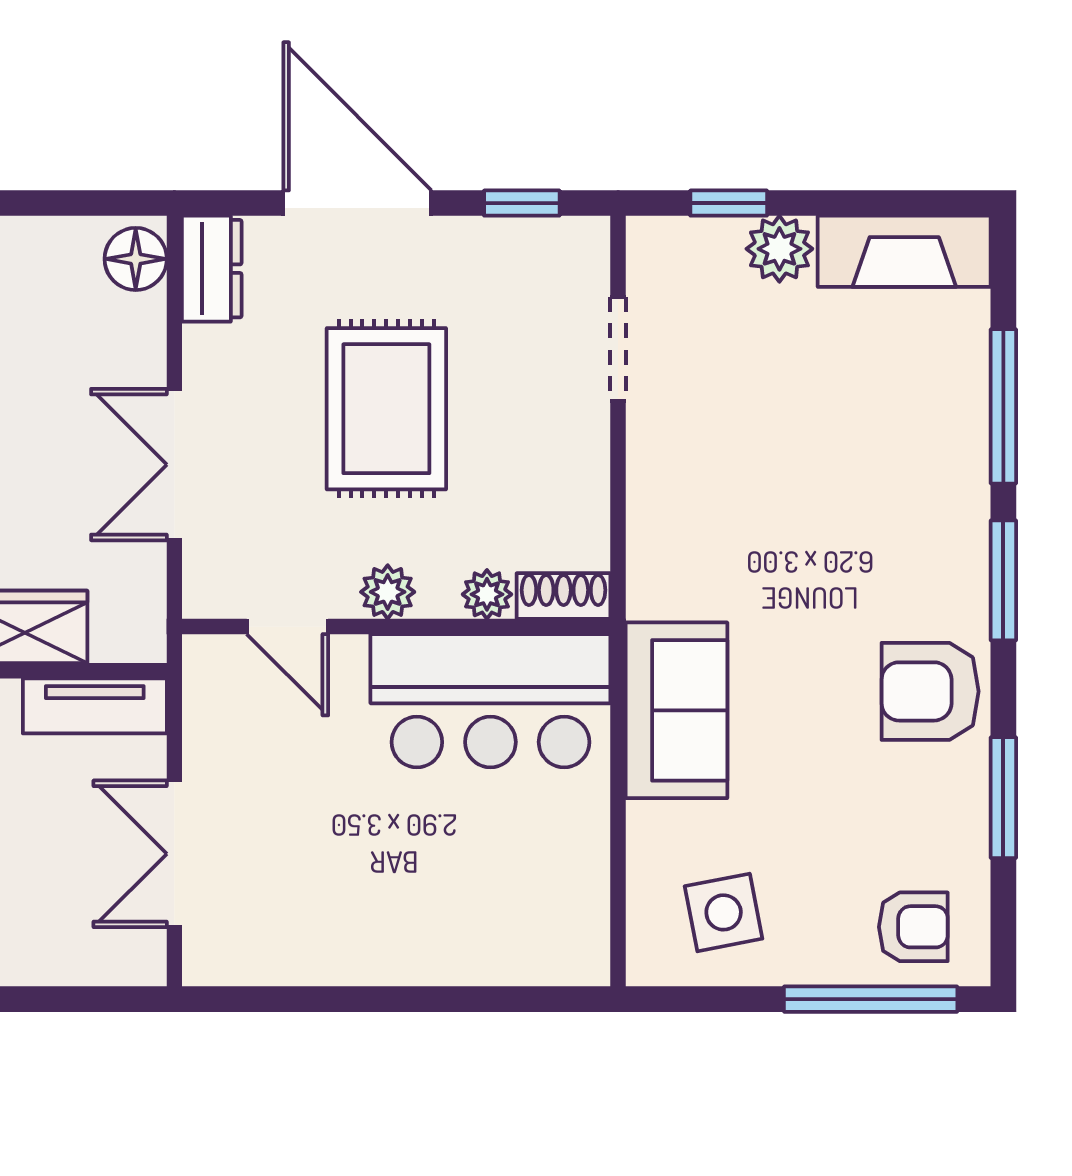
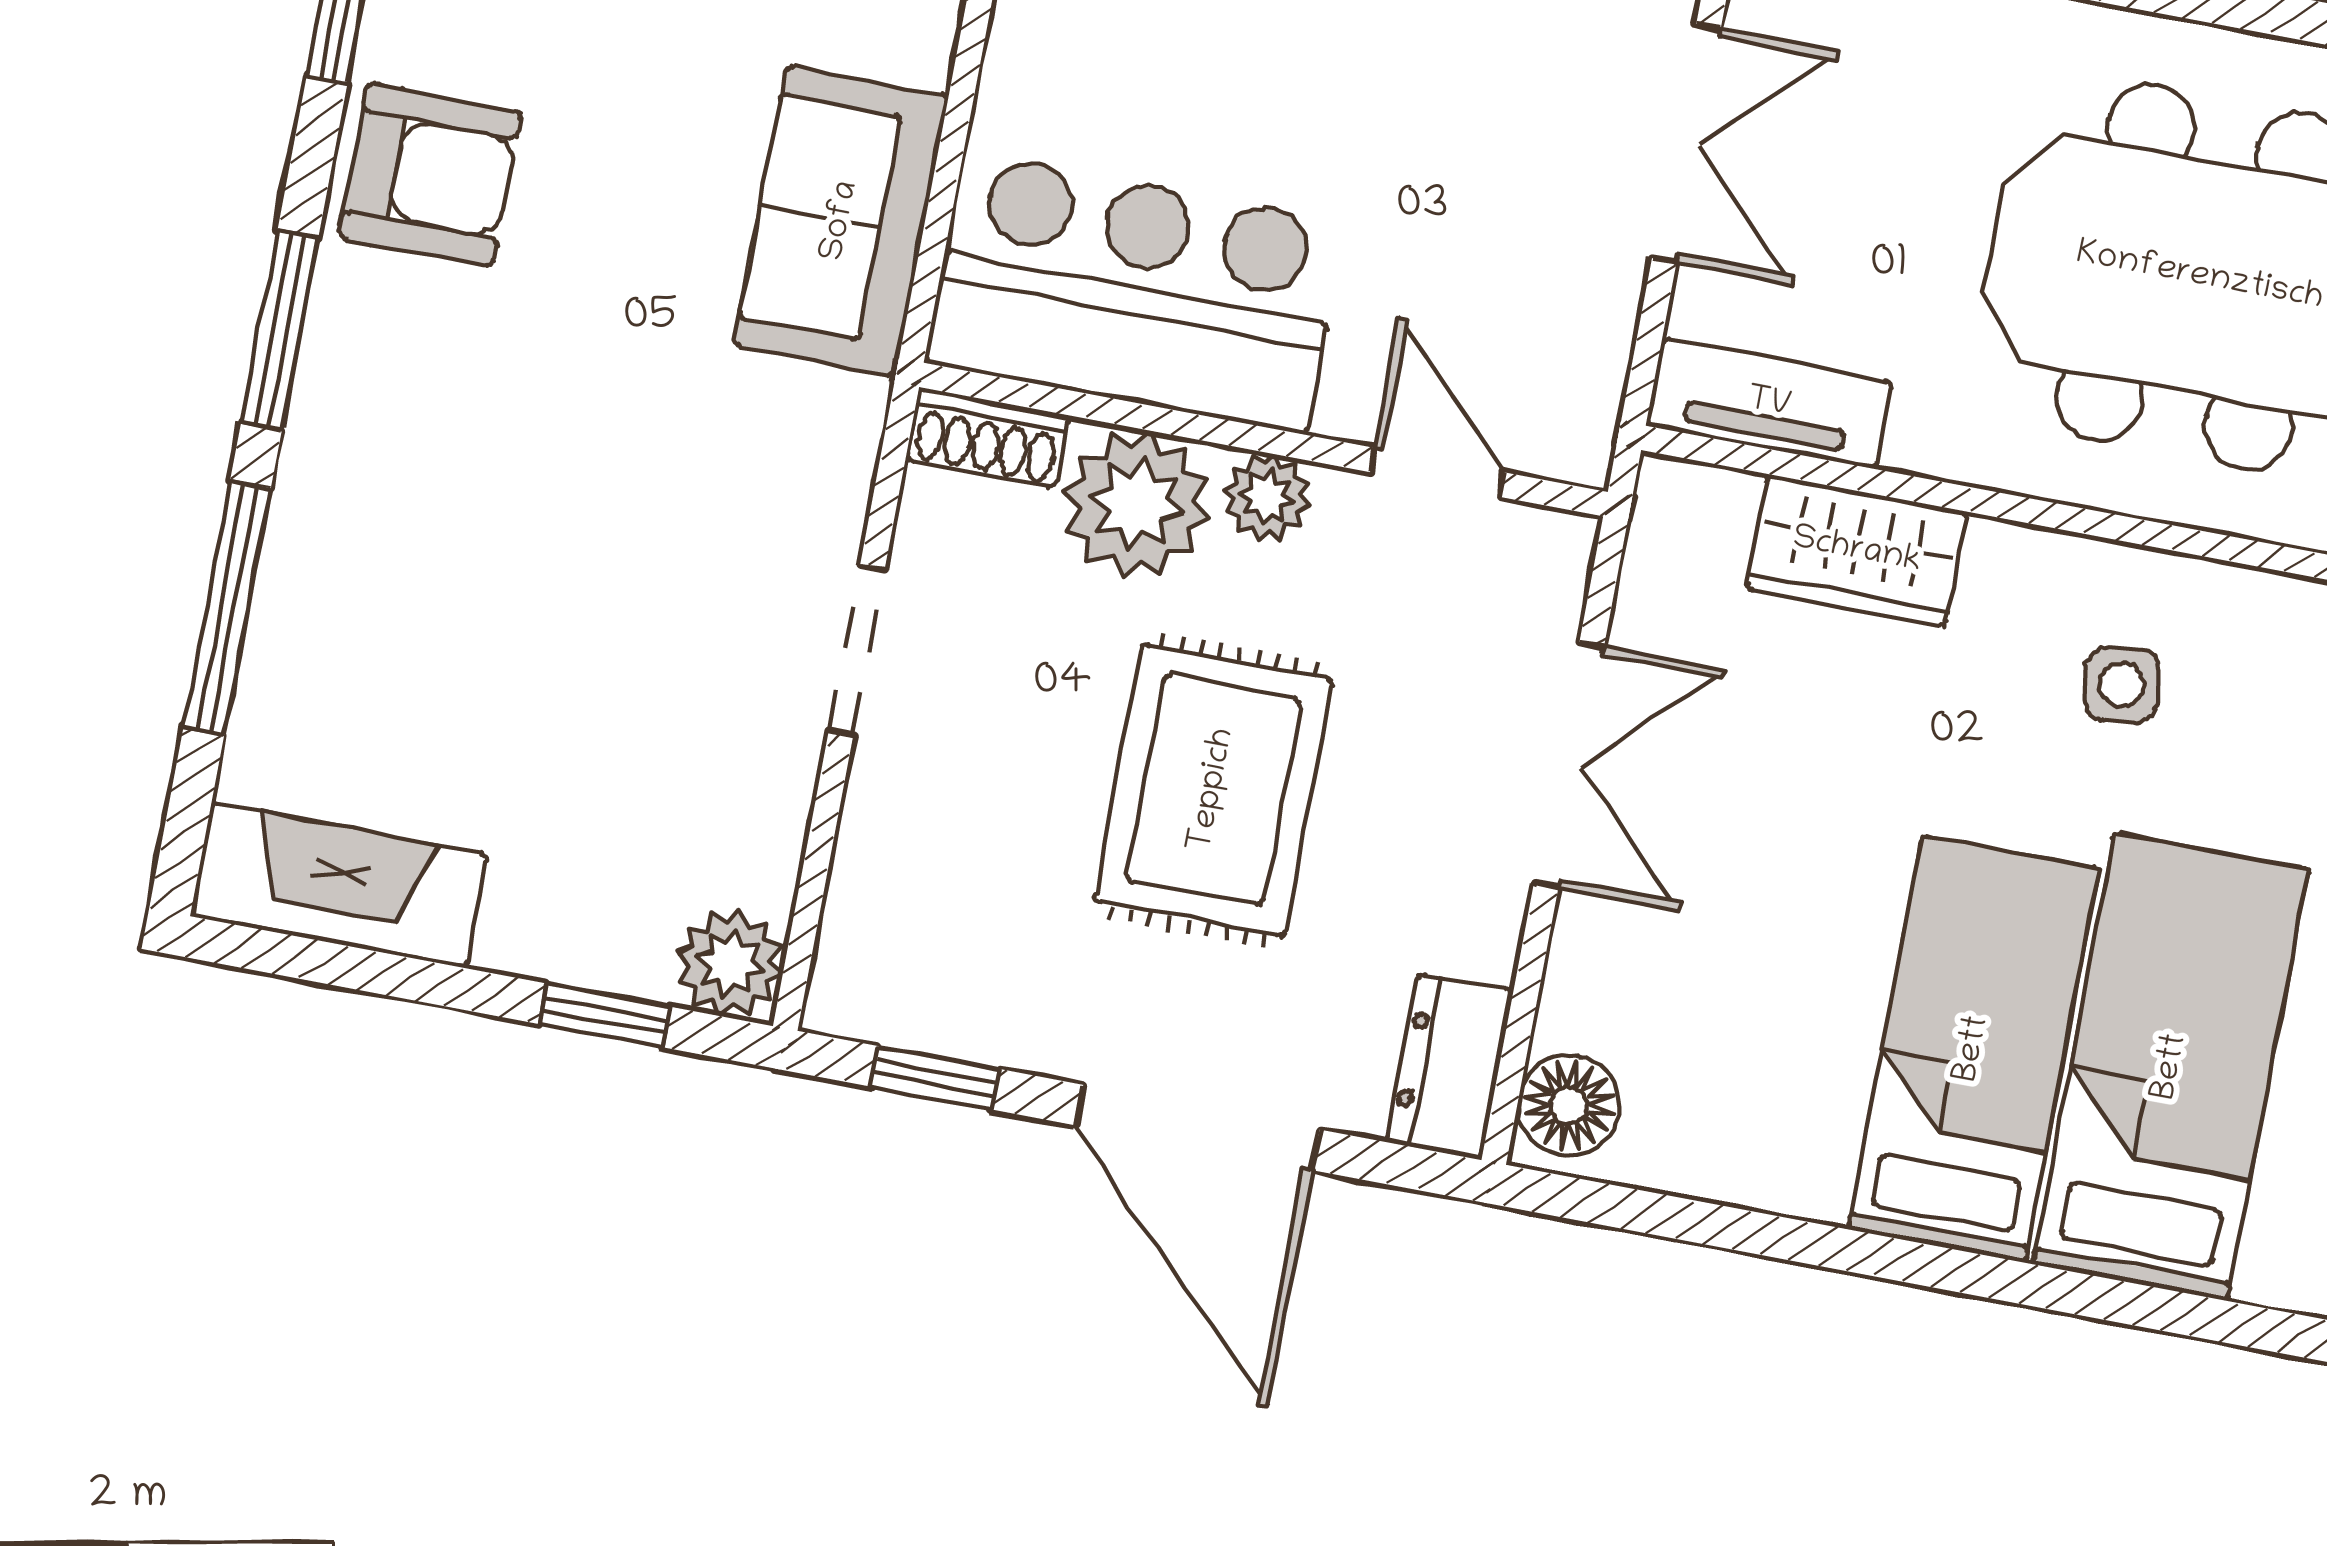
plant: (779, 249) -> (730, 963), moved
doorway: (618, 349) -> (857, 650), moved
plant: (487, 594) -> (1136, 504), width x1.88, depth x1.88

